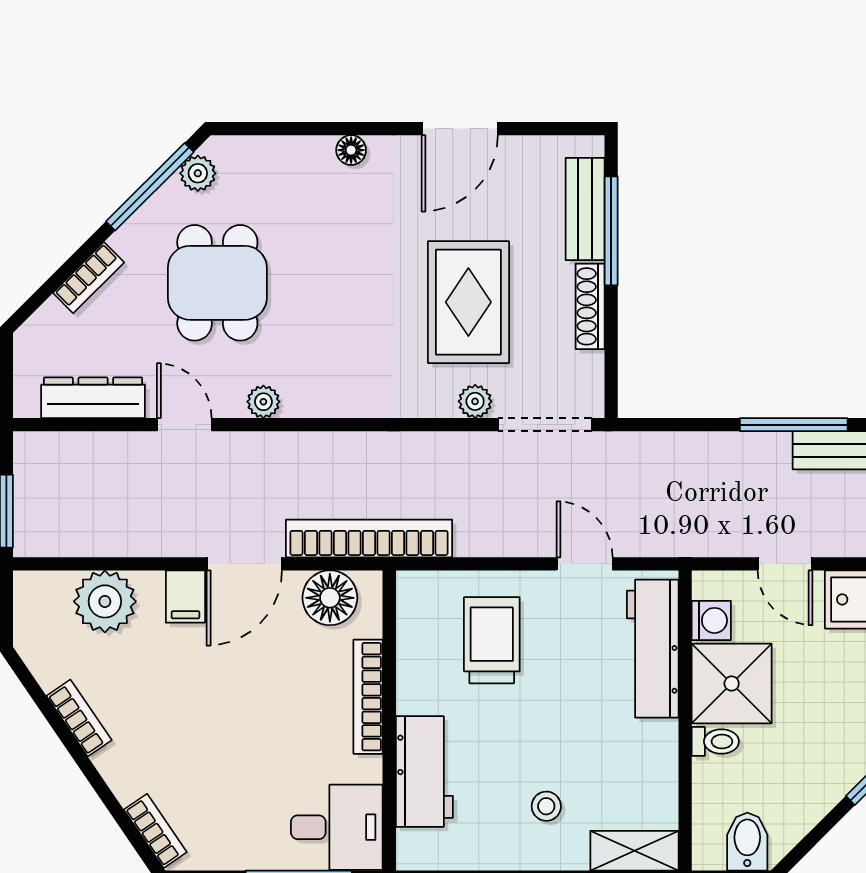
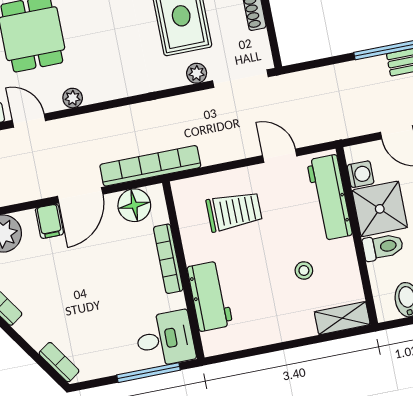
trolley: (492, 640) -> (234, 211), turned 90
toilet: (715, 741) -> (383, 247), width x1.37, depth x1.39
stool: (546, 806) -> (304, 270), moved

